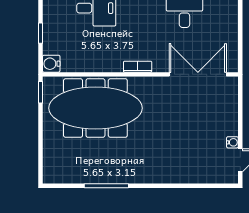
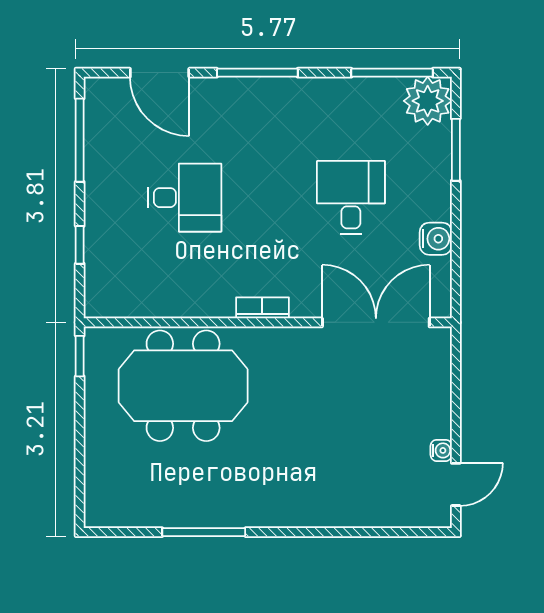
water cooler: (51, 64) -> (436, 239), moved, turned 180
meeting table: (95, 108) -> (183, 386), width x0.73

